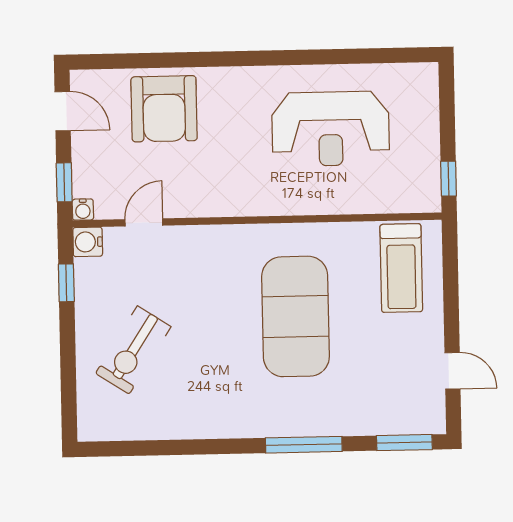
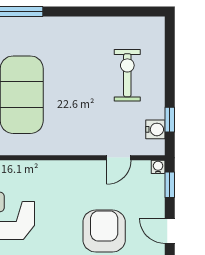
water cooler: (88, 242) -> (155, 129), moved
exercise bike: (133, 350) -> (127, 75), turned -33

